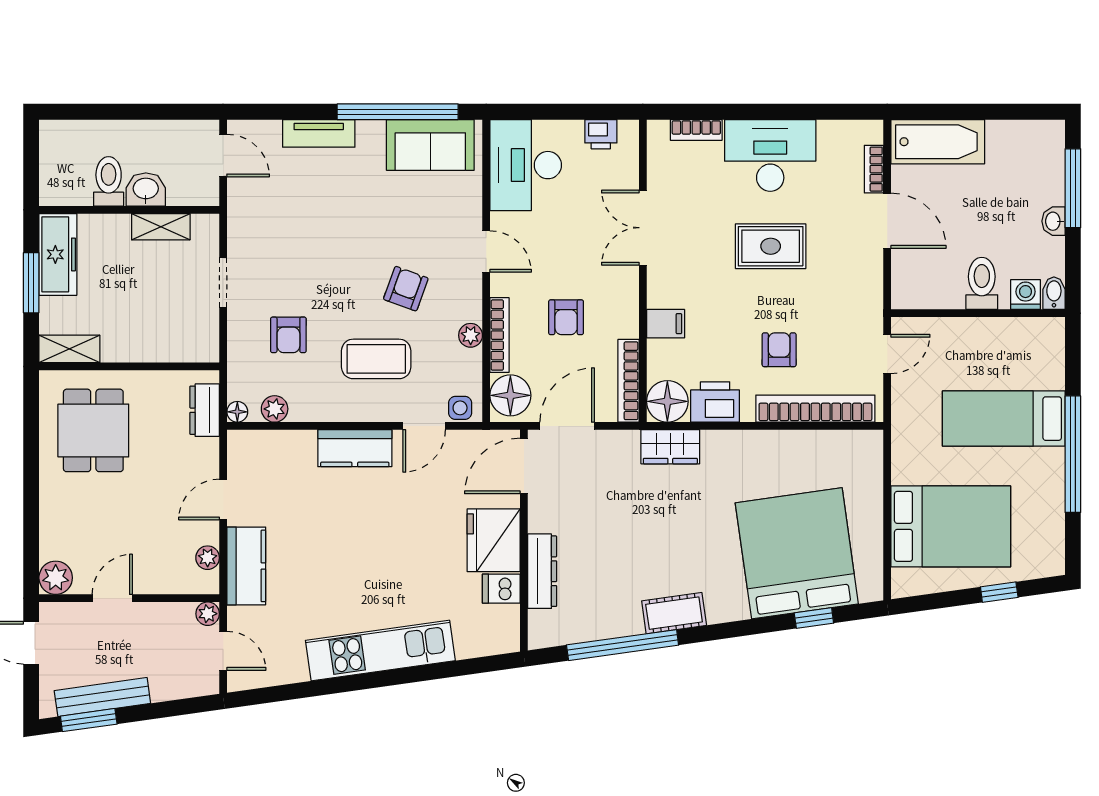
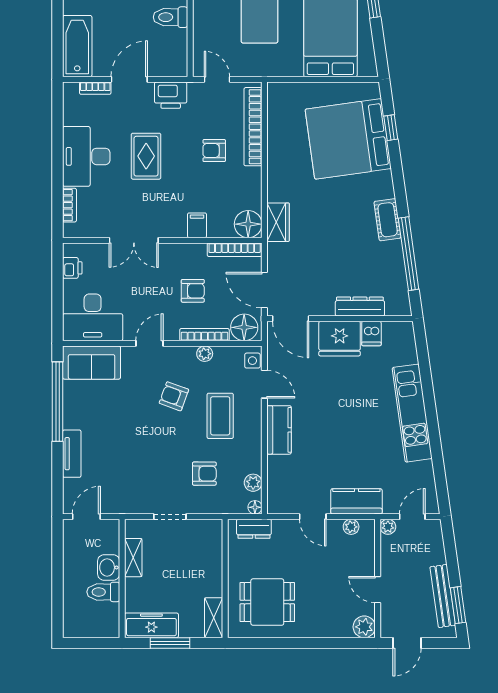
sofa: (430, 145) -> (92, 363), moved, turned 90
printer: (715, 402) -> (171, 95), moved, turned -90

